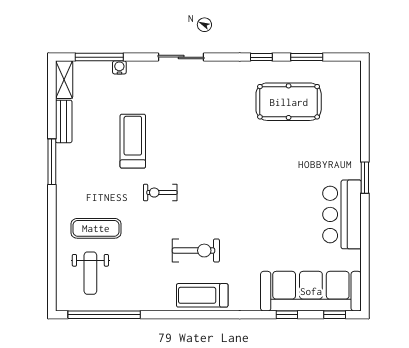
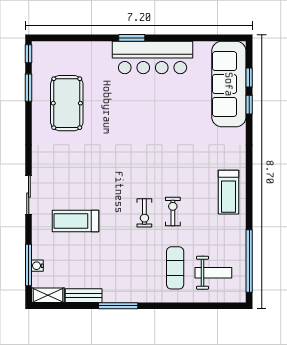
window: (261, 57) -> (29, 54), moved
water cooler: (119, 67) -> (37, 266), moved
treadmill: (133, 141) -> (75, 221), moved
bar counter: (342, 214) -> (153, 57), width x1.36
exercise bike: (196, 251) -> (173, 212), moved, width x0.73, depth x0.72
treadmill: (202, 295) -> (228, 192), moved
window: (335, 315) -> (249, 77), moved

